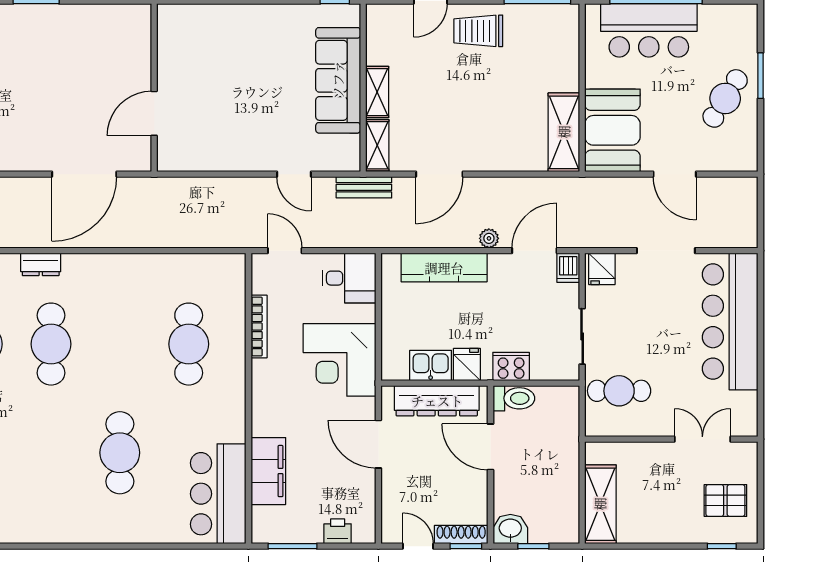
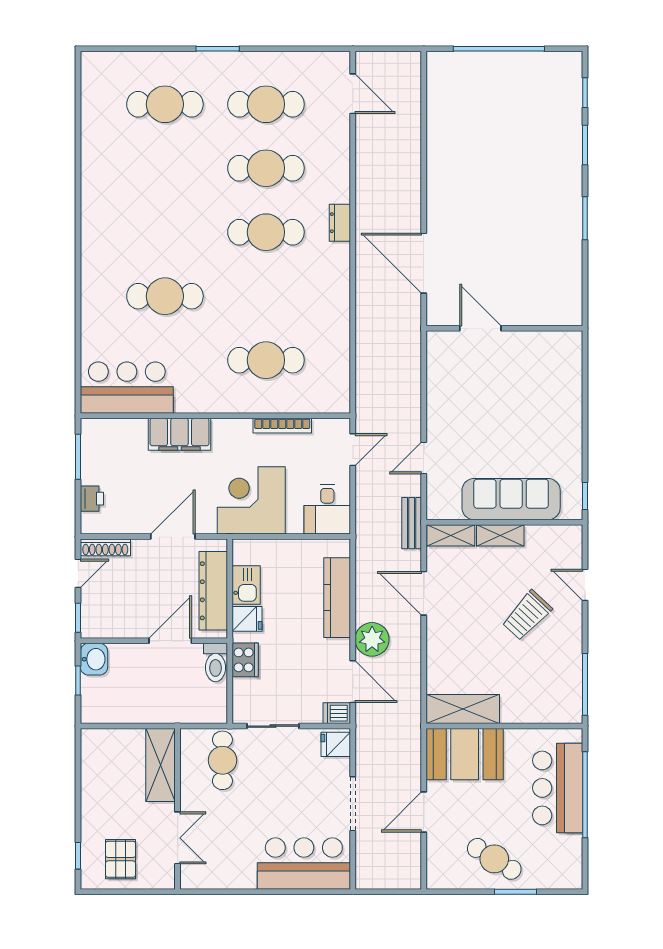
trolley: (478, 31) -> (527, 615), moved, turned -137
plant: (489, 238) -> (372, 639), width x1.88, depth x1.88
bar counter: (730, 321) -> (304, 864), width x0.73
filing cabinet: (268, 471) -> (179, 434), moved
shelving: (600, 504) -> (161, 765), moved, turned 90
shoe rack: (461, 535) -> (105, 547), moved, turned 90

